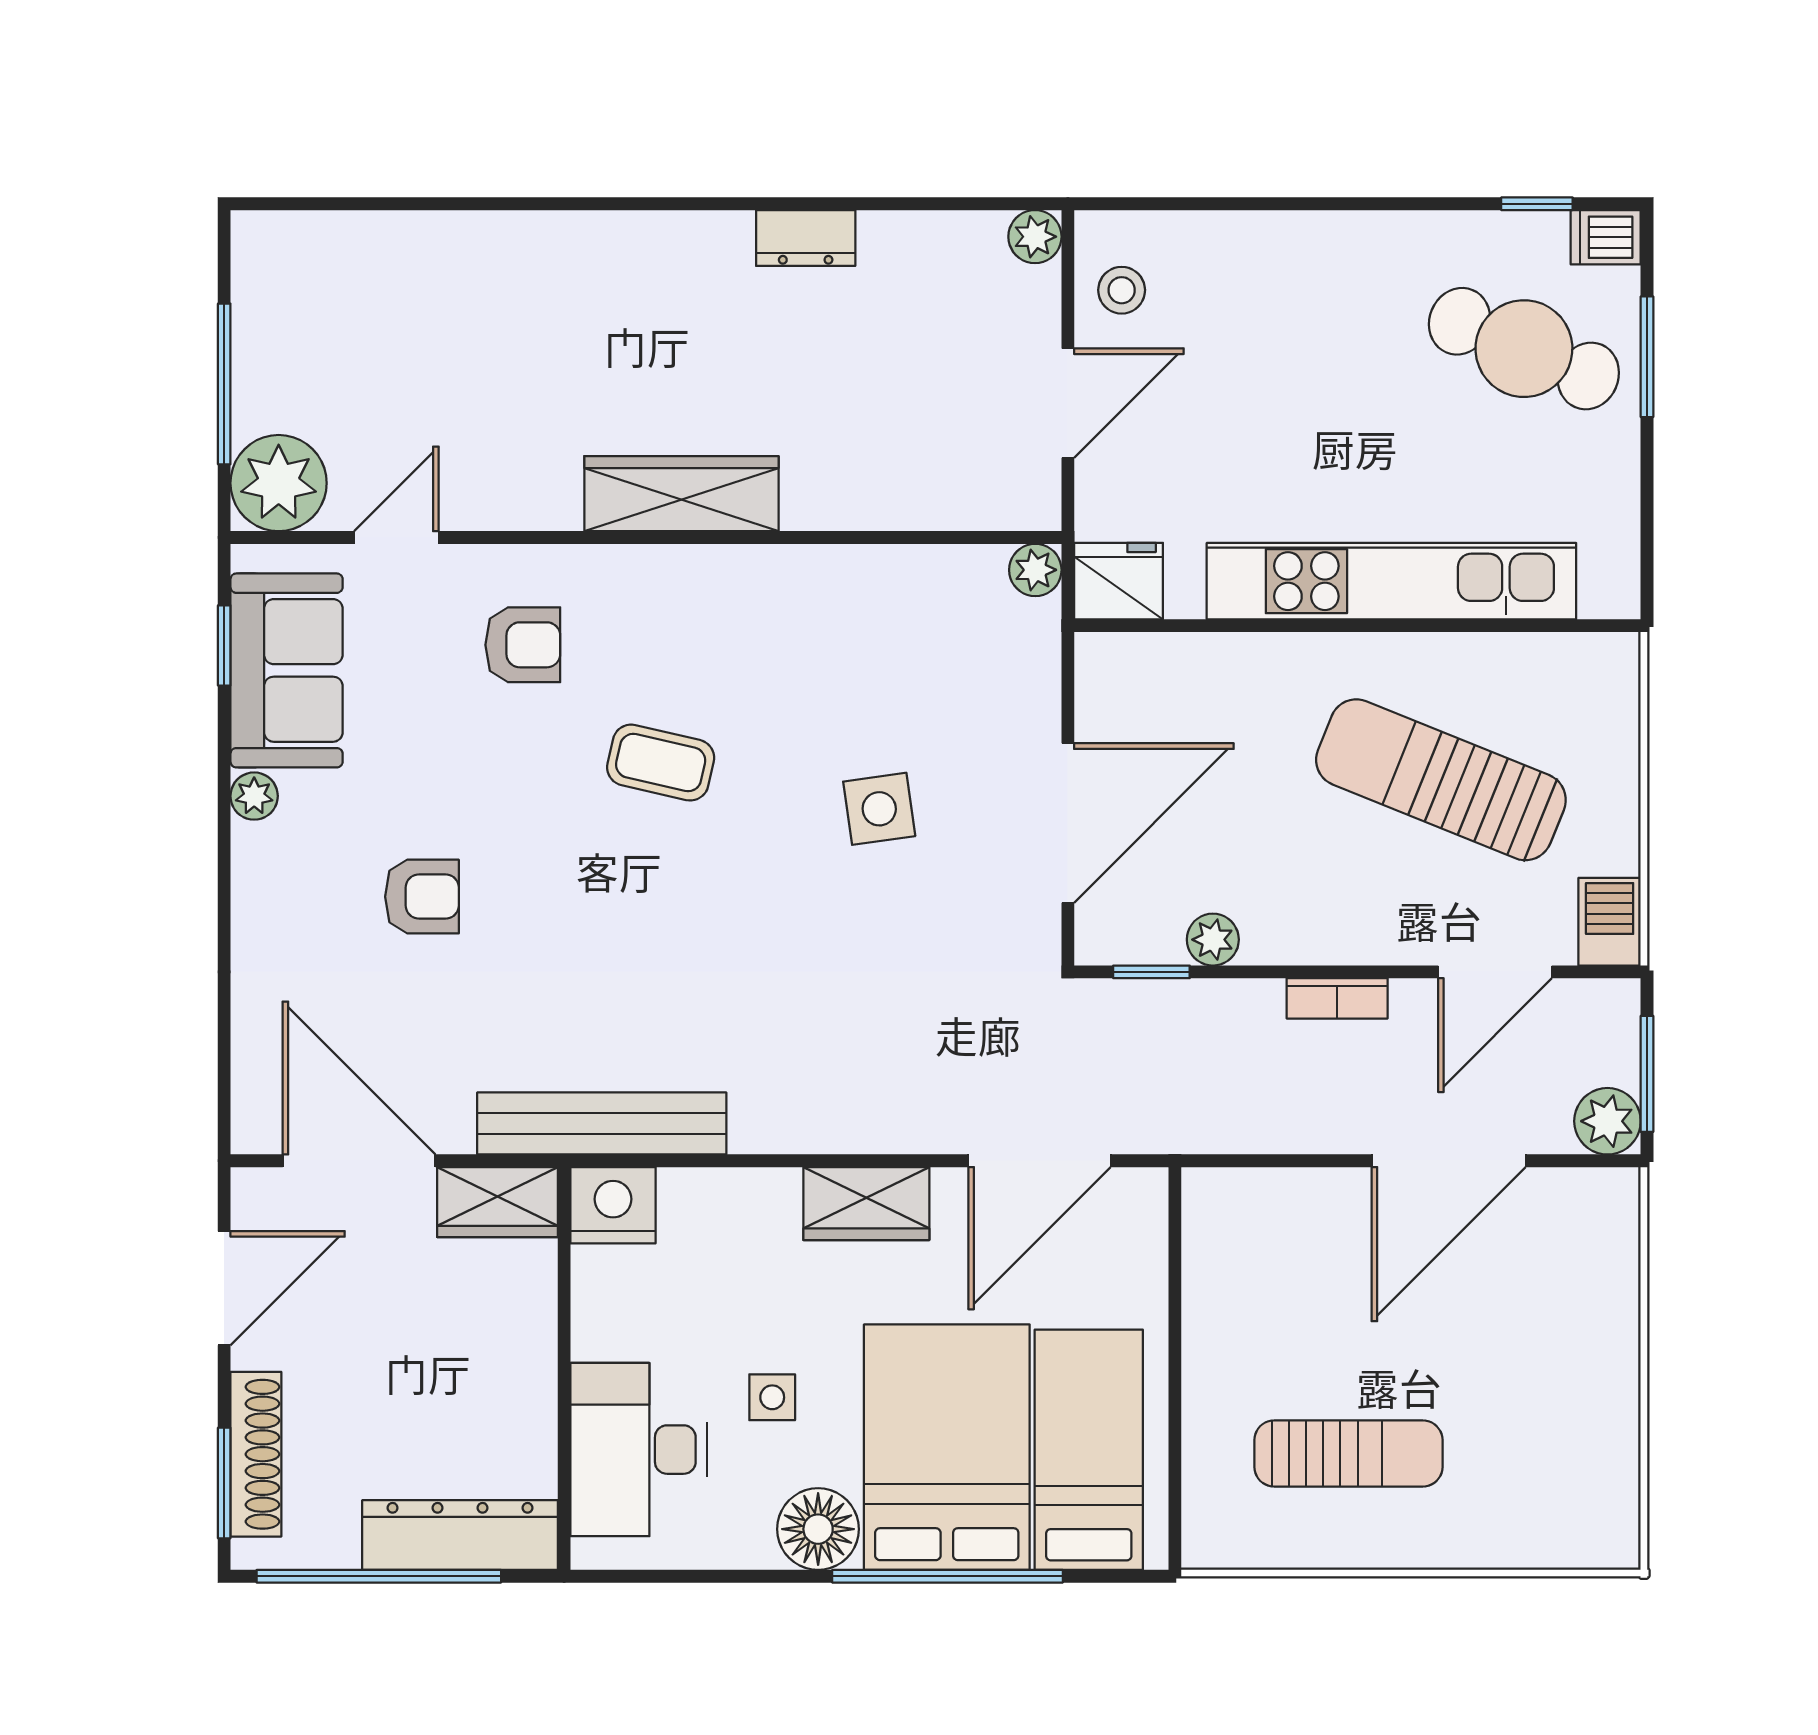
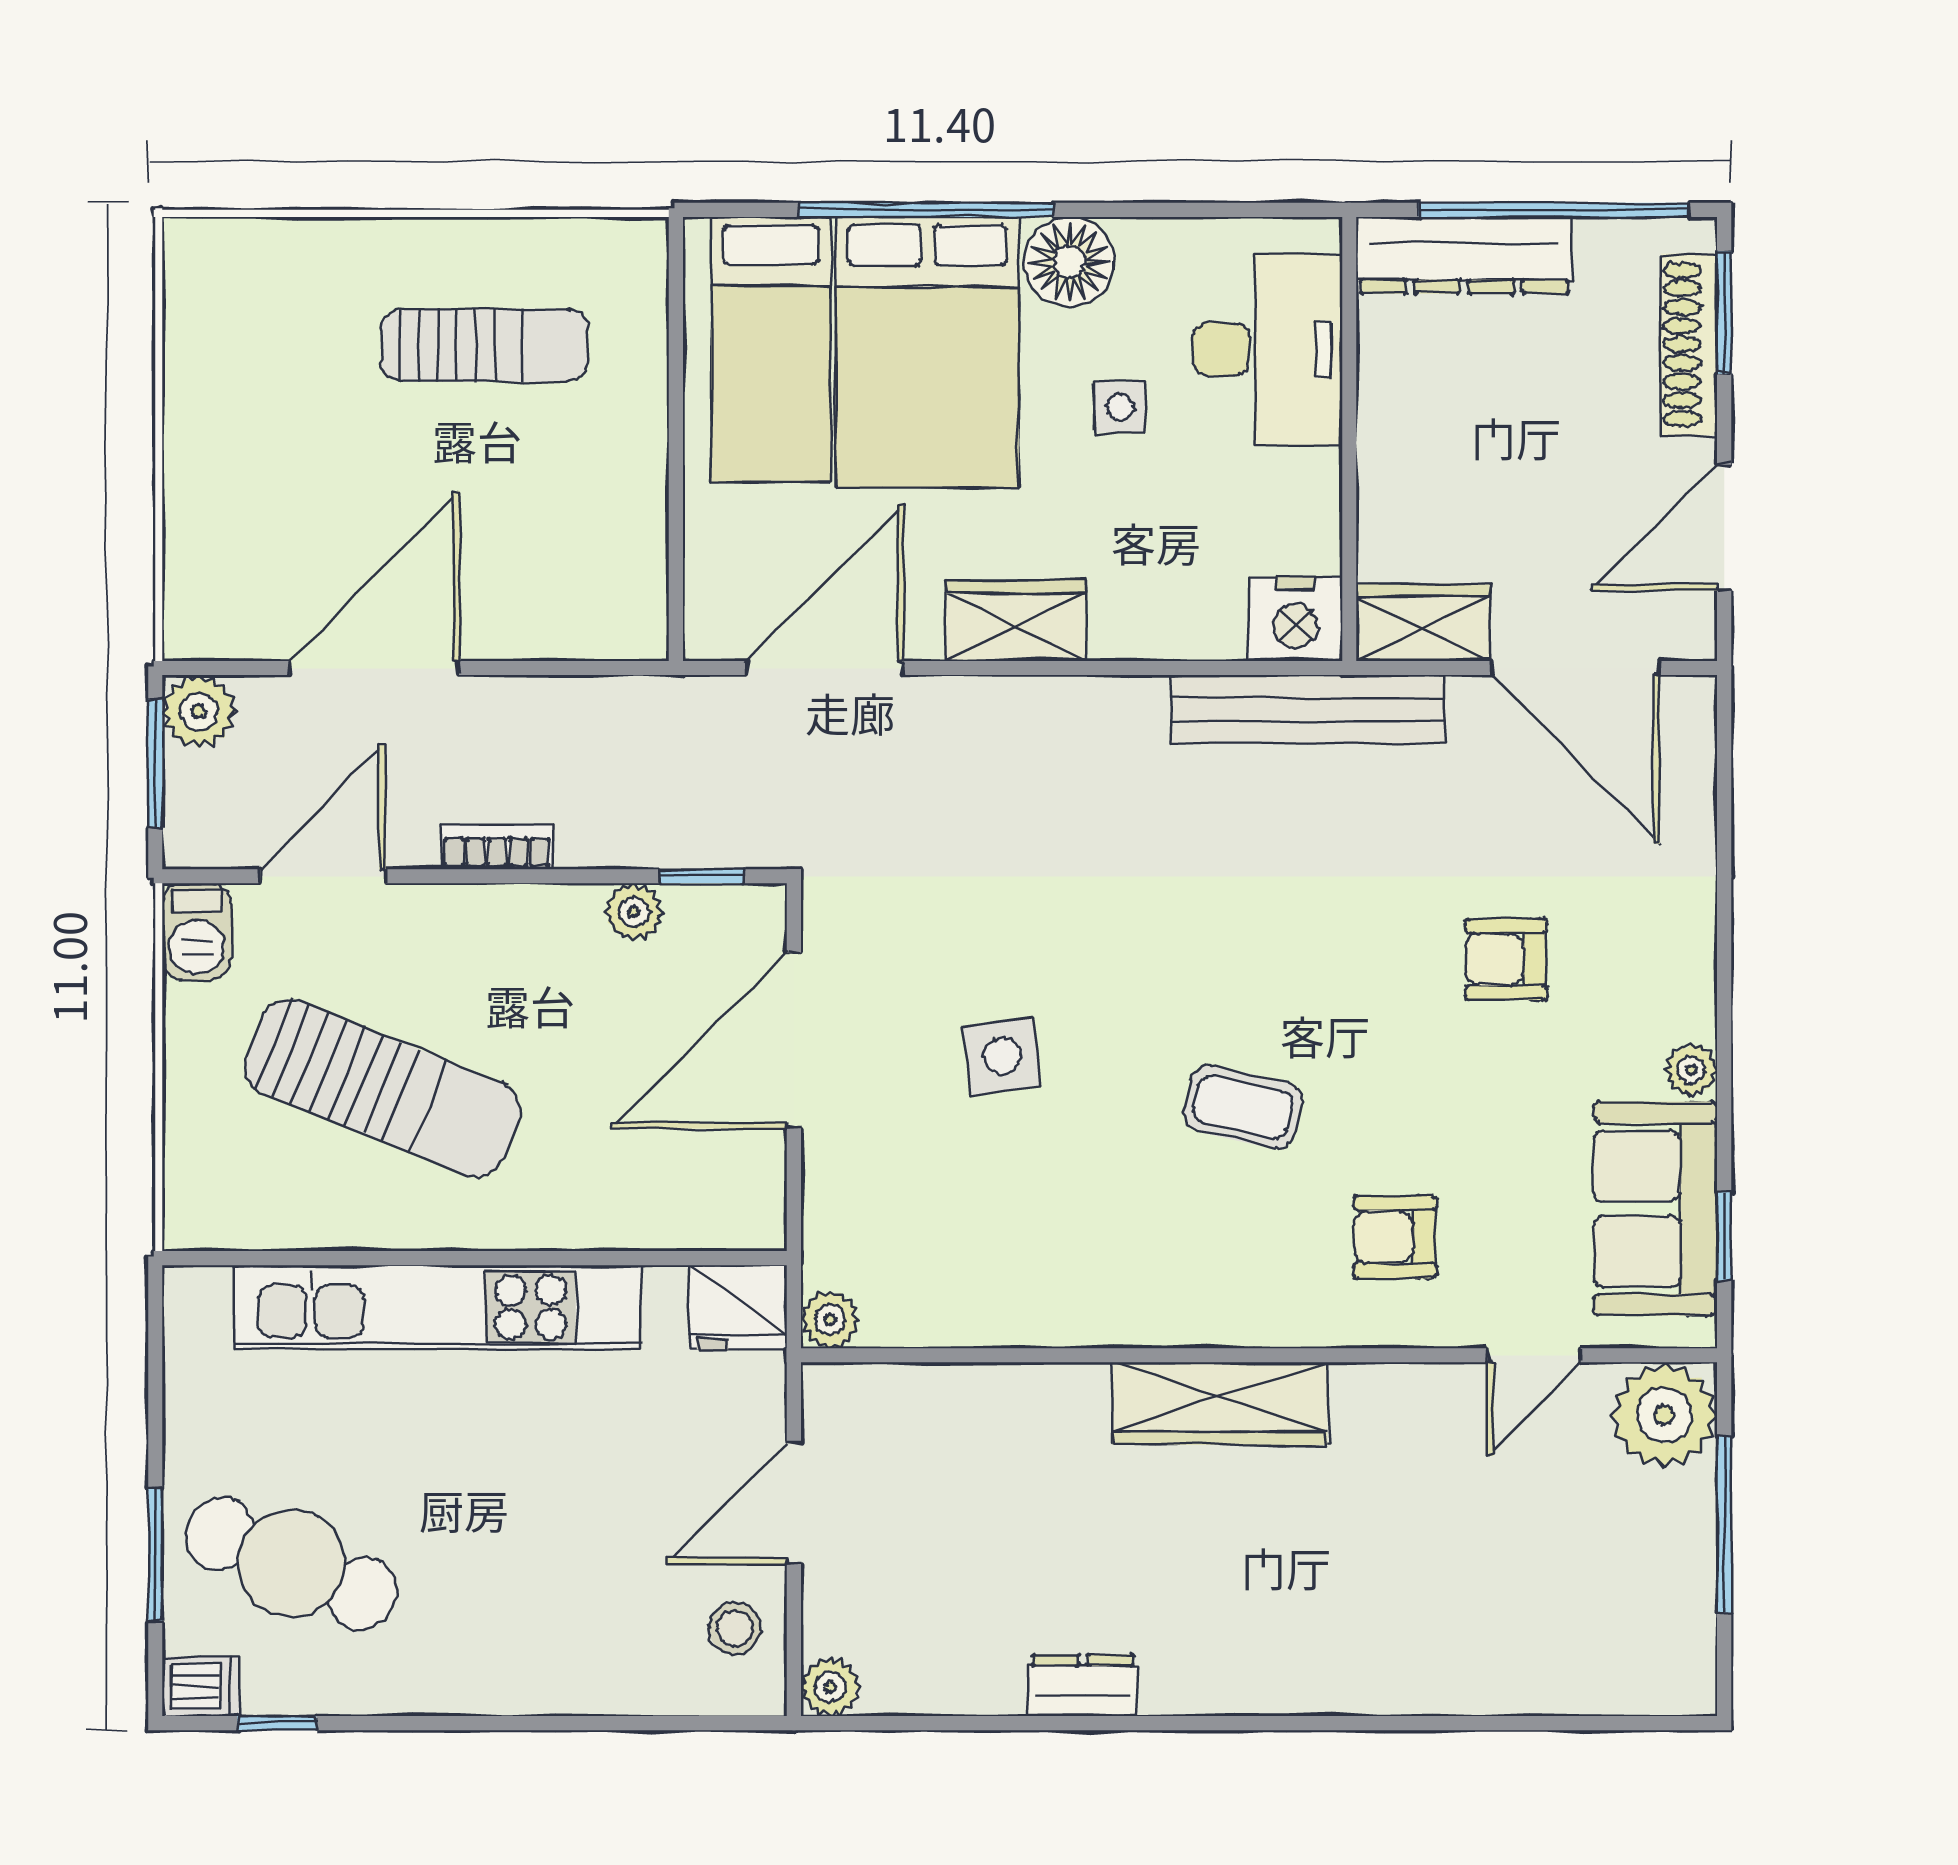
sun lounger: (1348, 1453) -> (484, 345), turned 180

